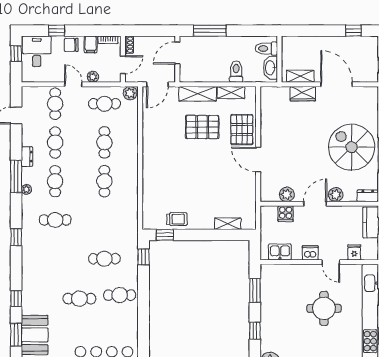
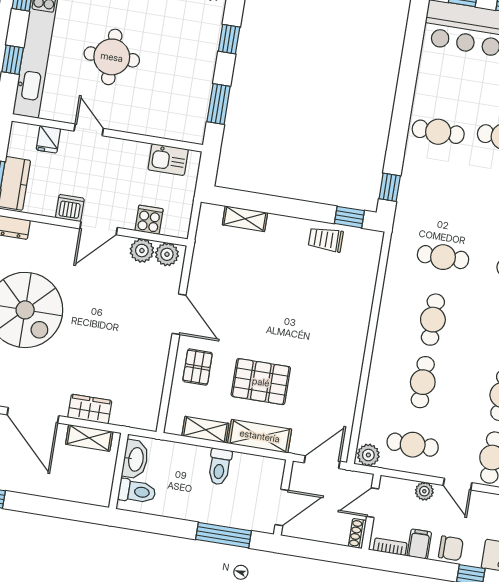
toilet: (236, 72) -> (220, 467), moved
pallet: (242, 130) -> (198, 367), width x0.67, depth x0.71
plant: (336, 195) -> (167, 254), moved
dishwasher: (310, 253) -> (70, 208), moved, turned 180
cafe table: (104, 259) -> (443, 257), moved

